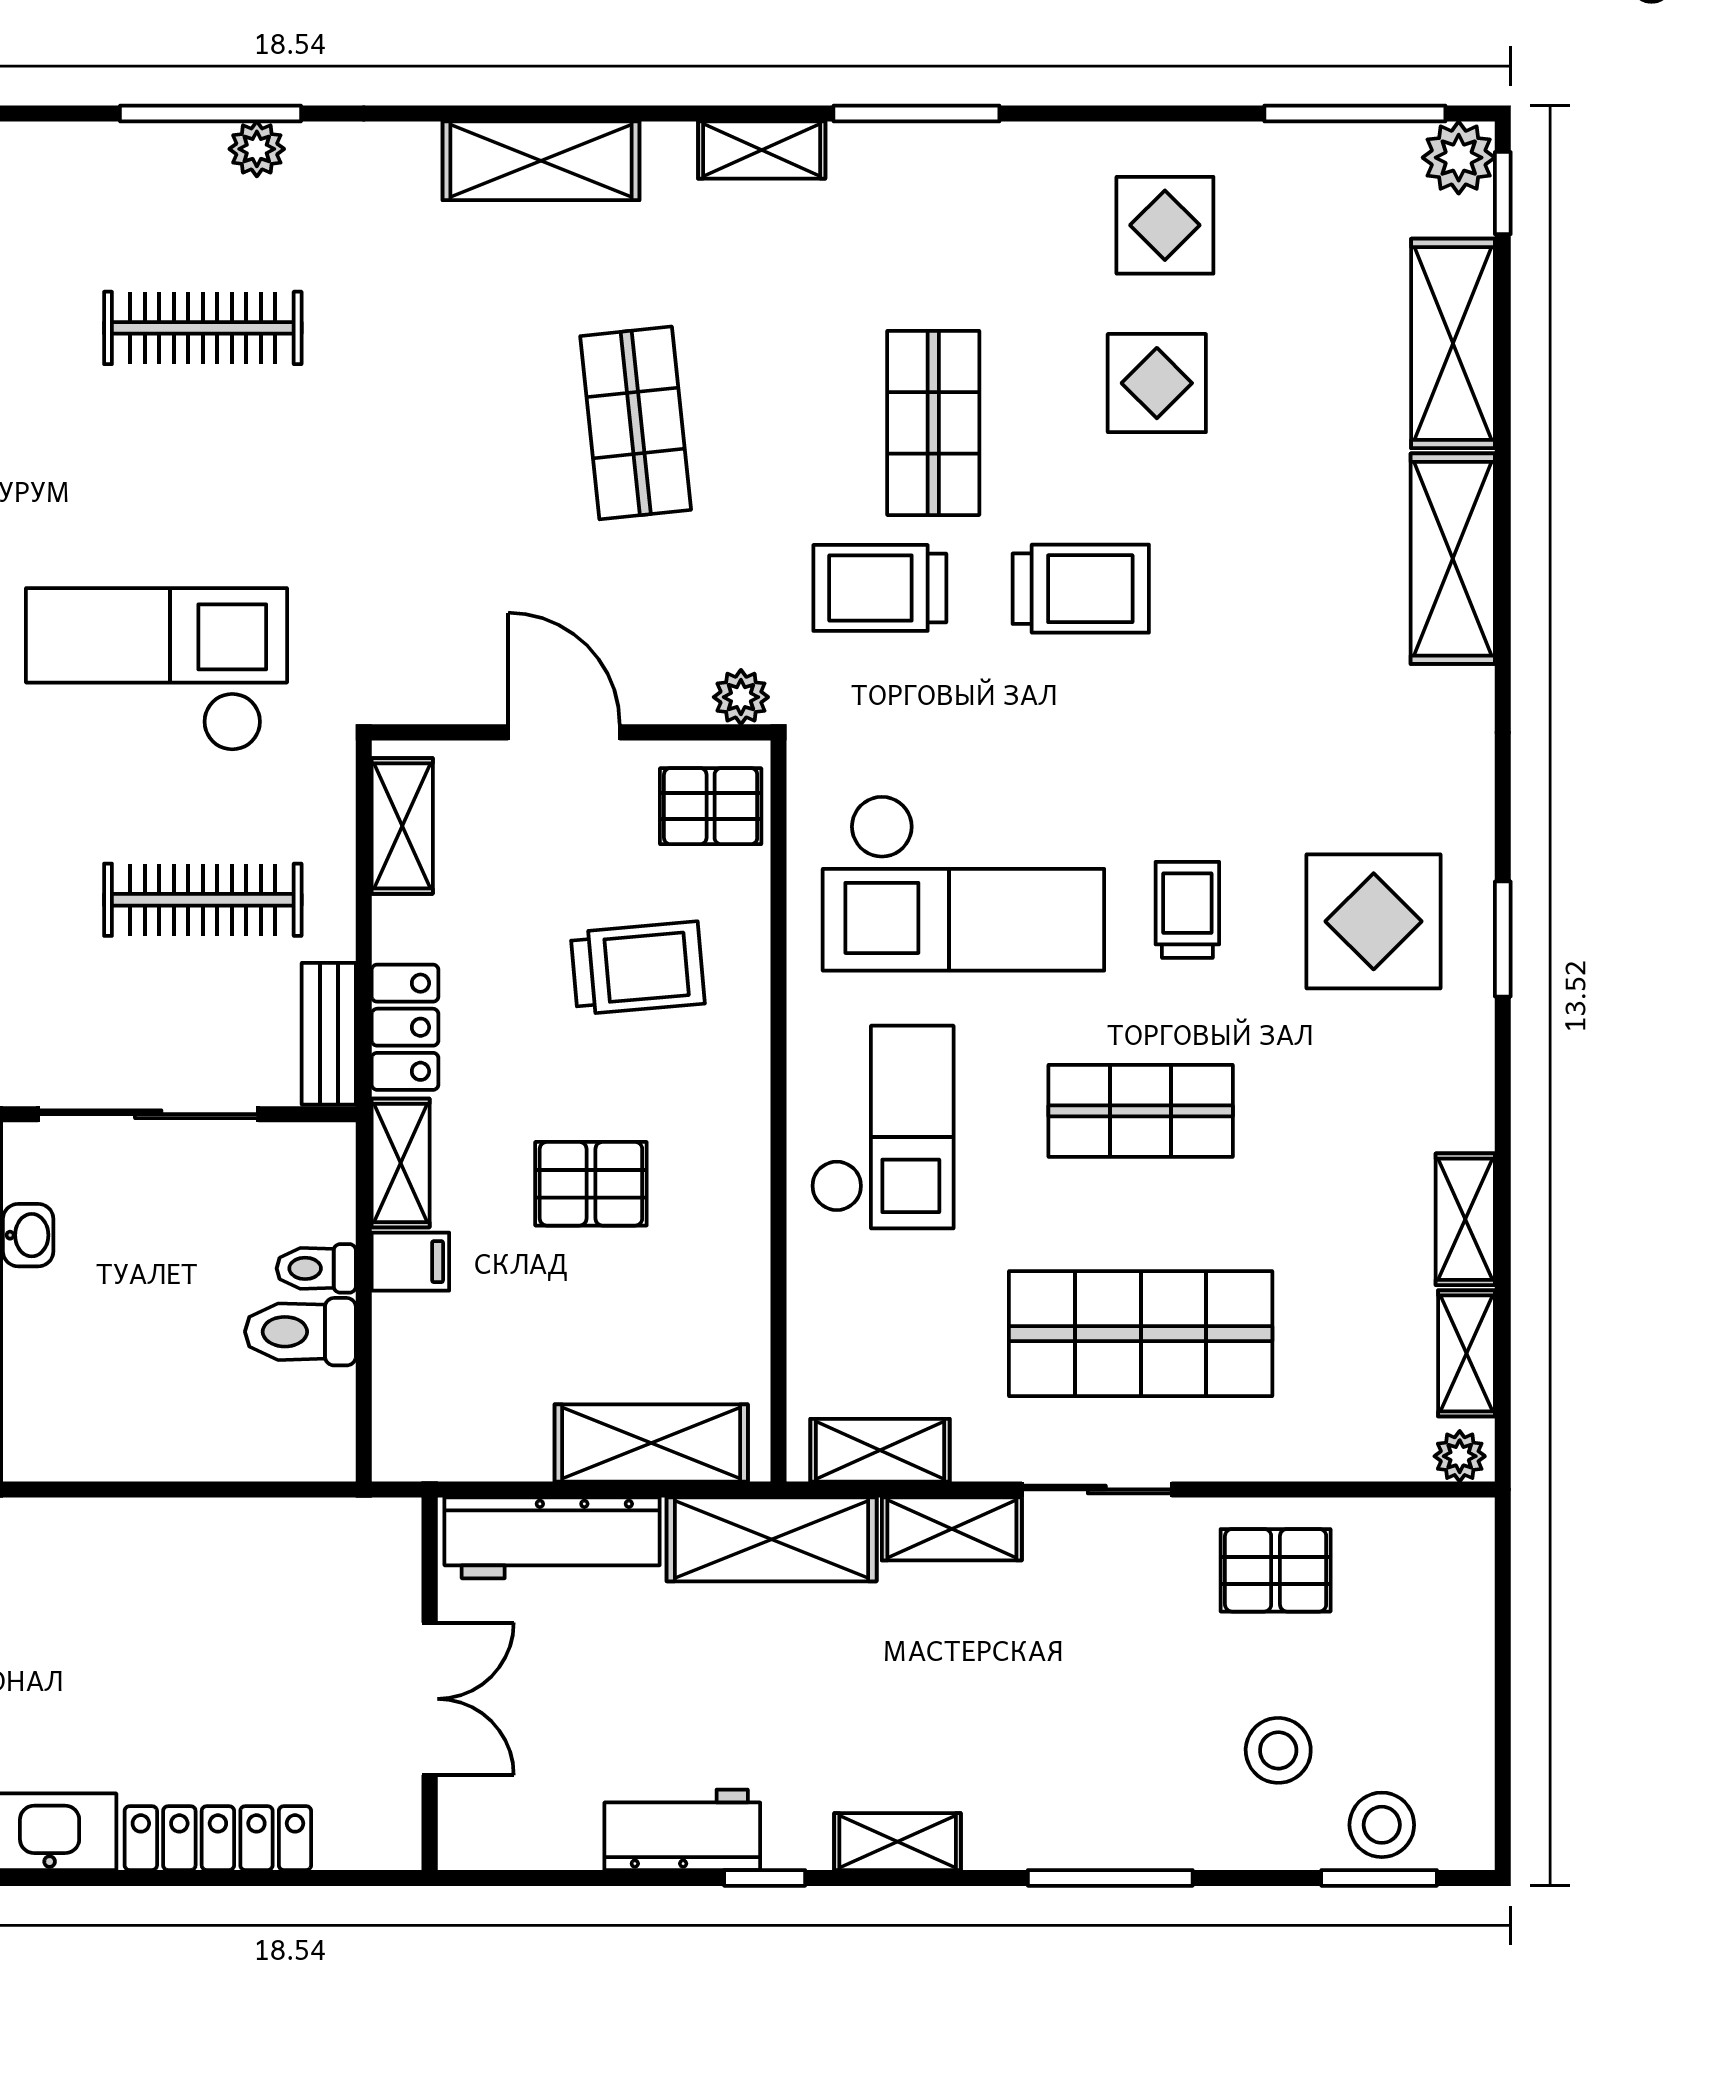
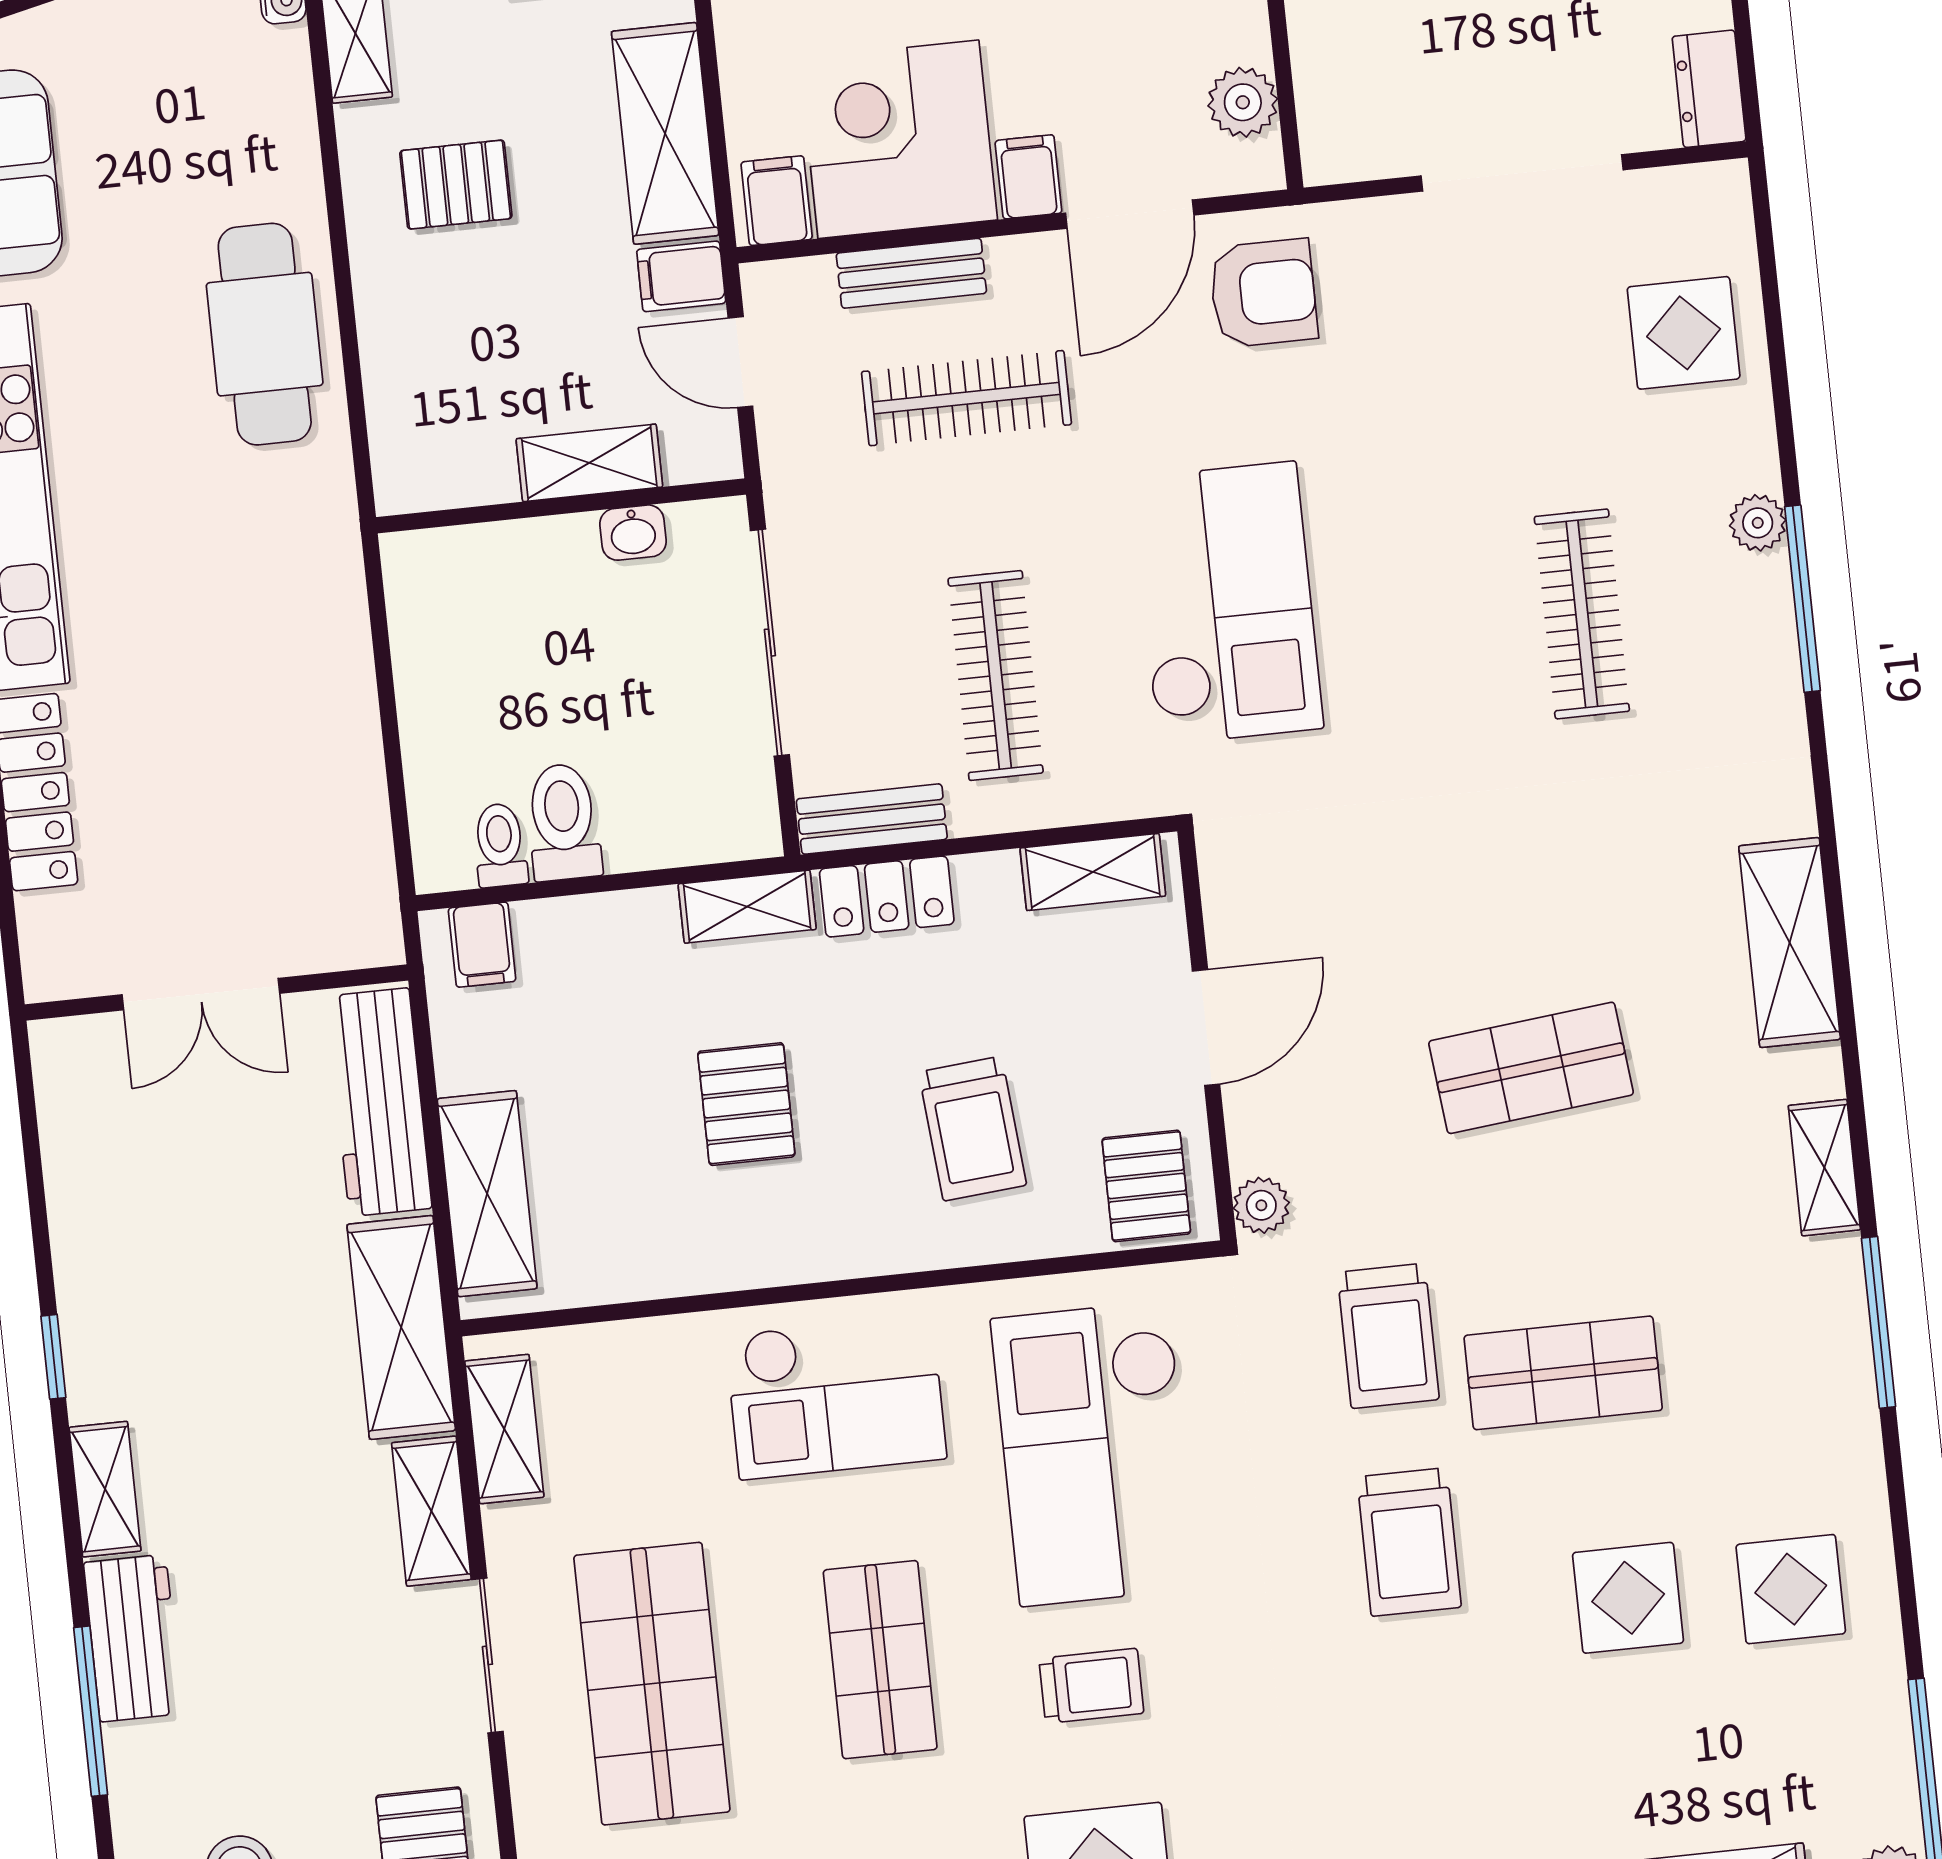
plant: (257, 149) -> (1758, 523), moved
trolley: (880, 588) -> (1388, 1336), turned 180
filing cabinet: (410, 1262) -> (482, 945), moved
toilet: (316, 1268) -> (500, 845), moved
workbench: (682, 1830) -> (133, 1638), moved

